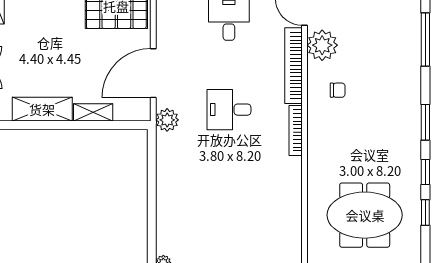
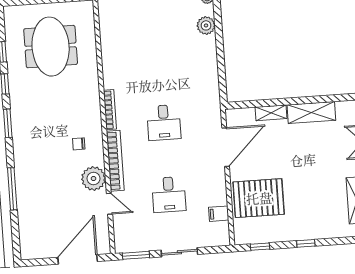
desk: (229, 110) -> (164, 122), turned 90
plant: (167, 120) -> (206, 25), moved
meeting table: (365, 215) -> (51, 47), turned 90

